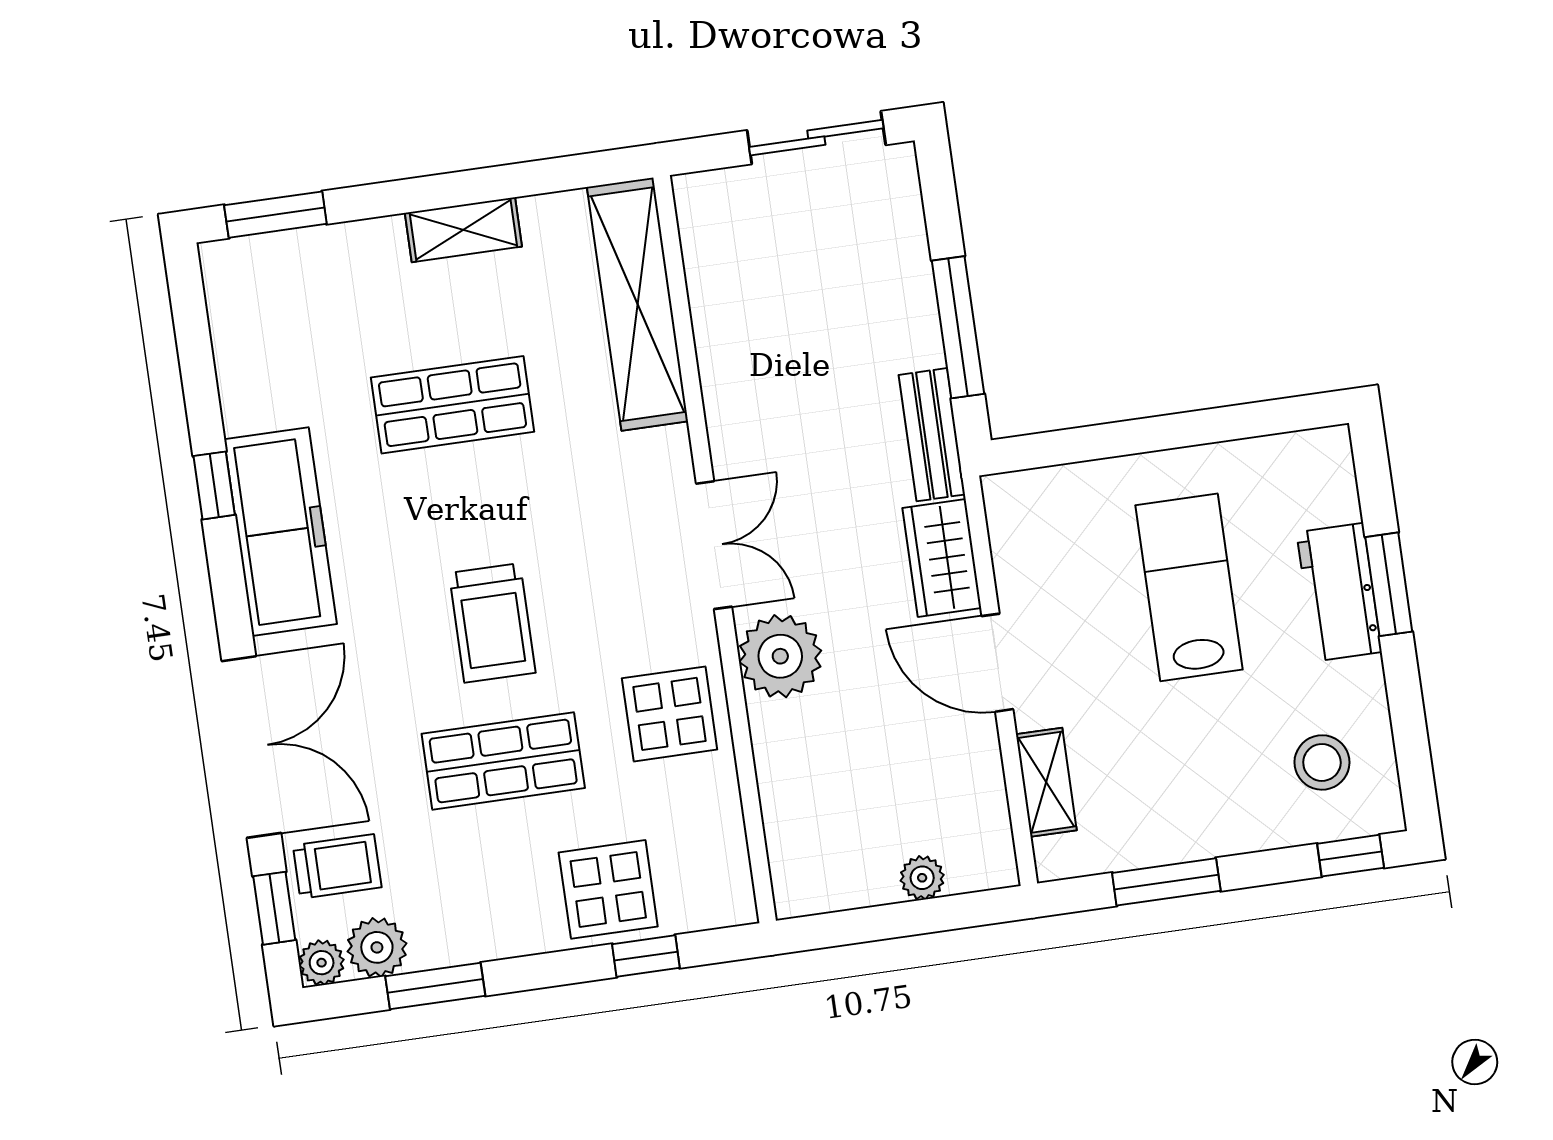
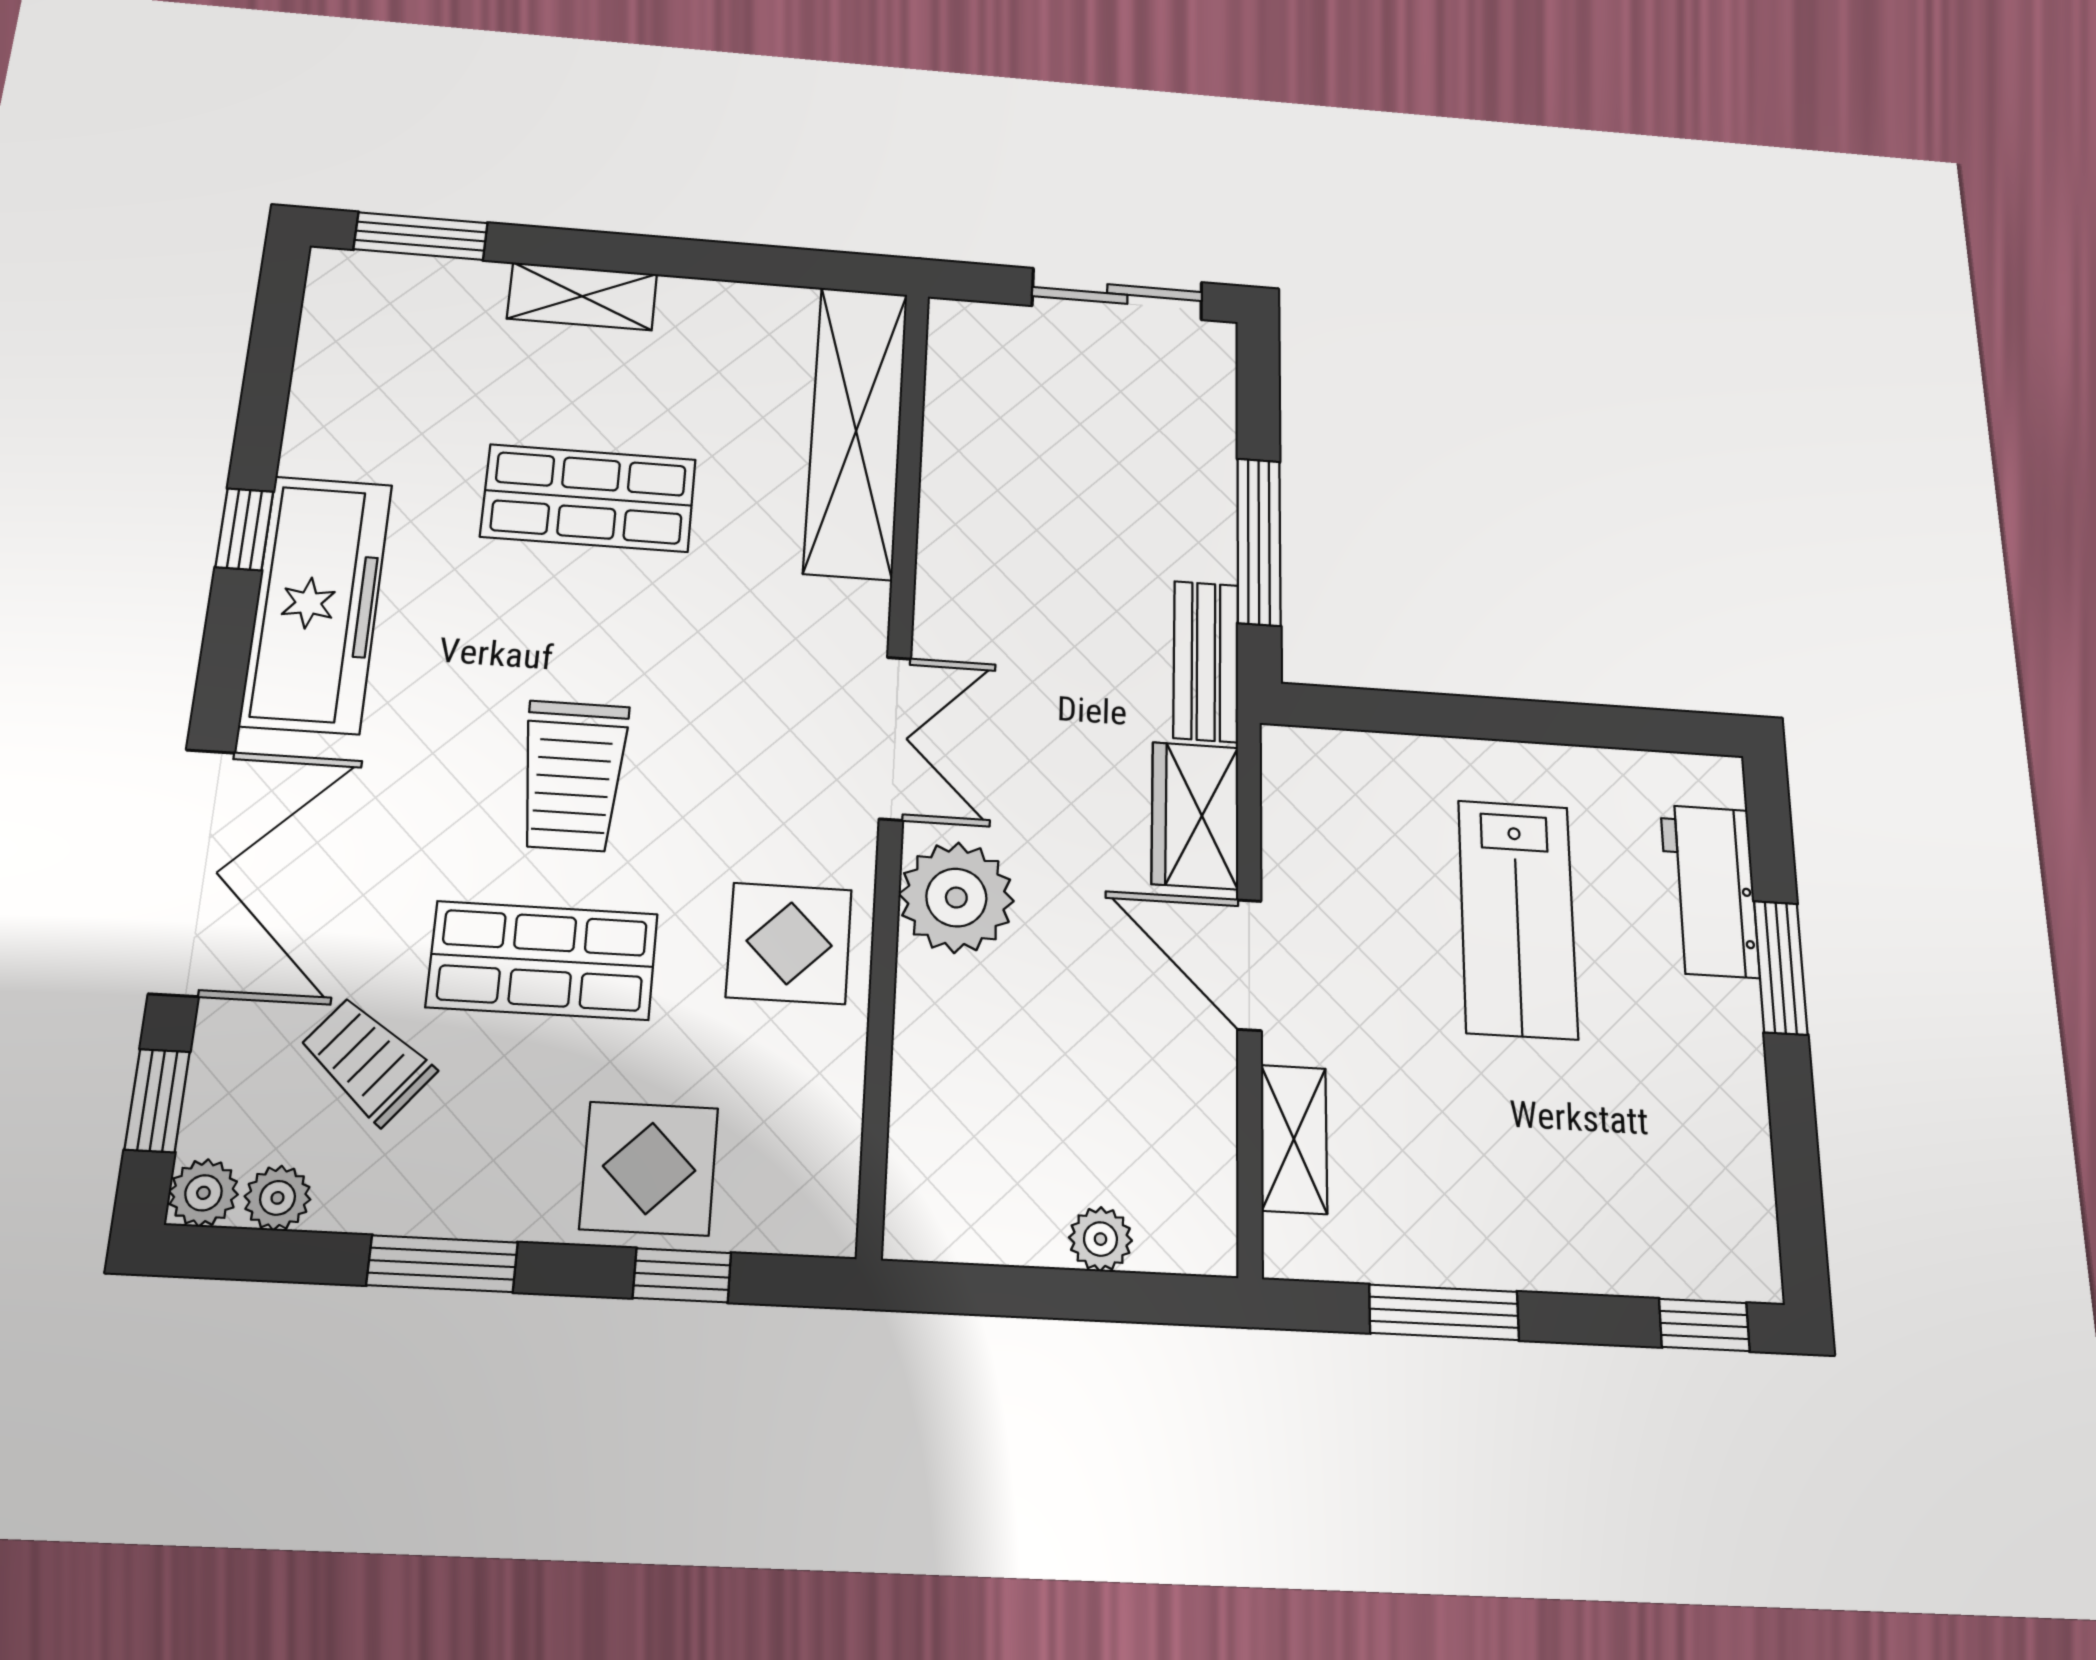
shelving: (463, 230) -> (582, 296), moved
lab bench: (1189, 587) -> (1518, 919), turned 180
workbench: (1339, 592) -> (1710, 891), moved
stool: (1322, 762) -> (1675, 1186), removed
trolley: (337, 866) -> (367, 1060), moved, turned -141
plant: (377, 947) -> (277, 1198), width x0.73, depth x0.73
window: (435, 986) -> (442, 1264), moved

